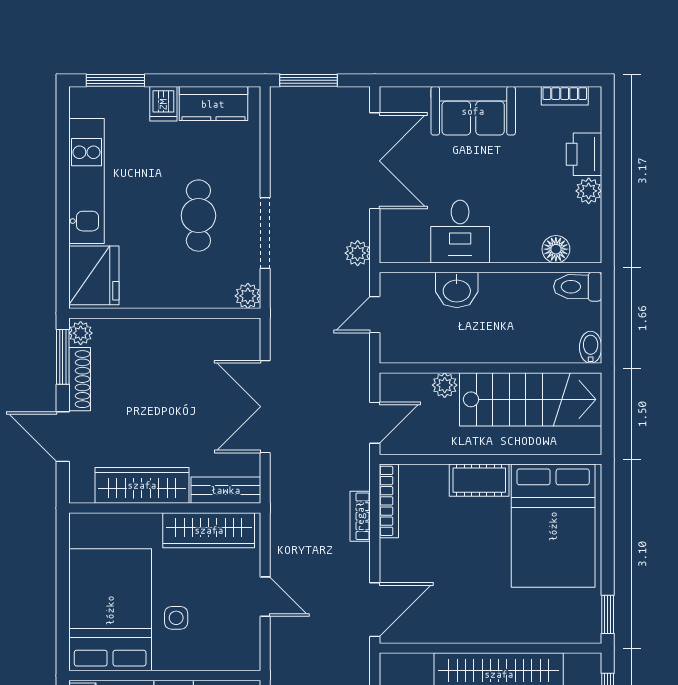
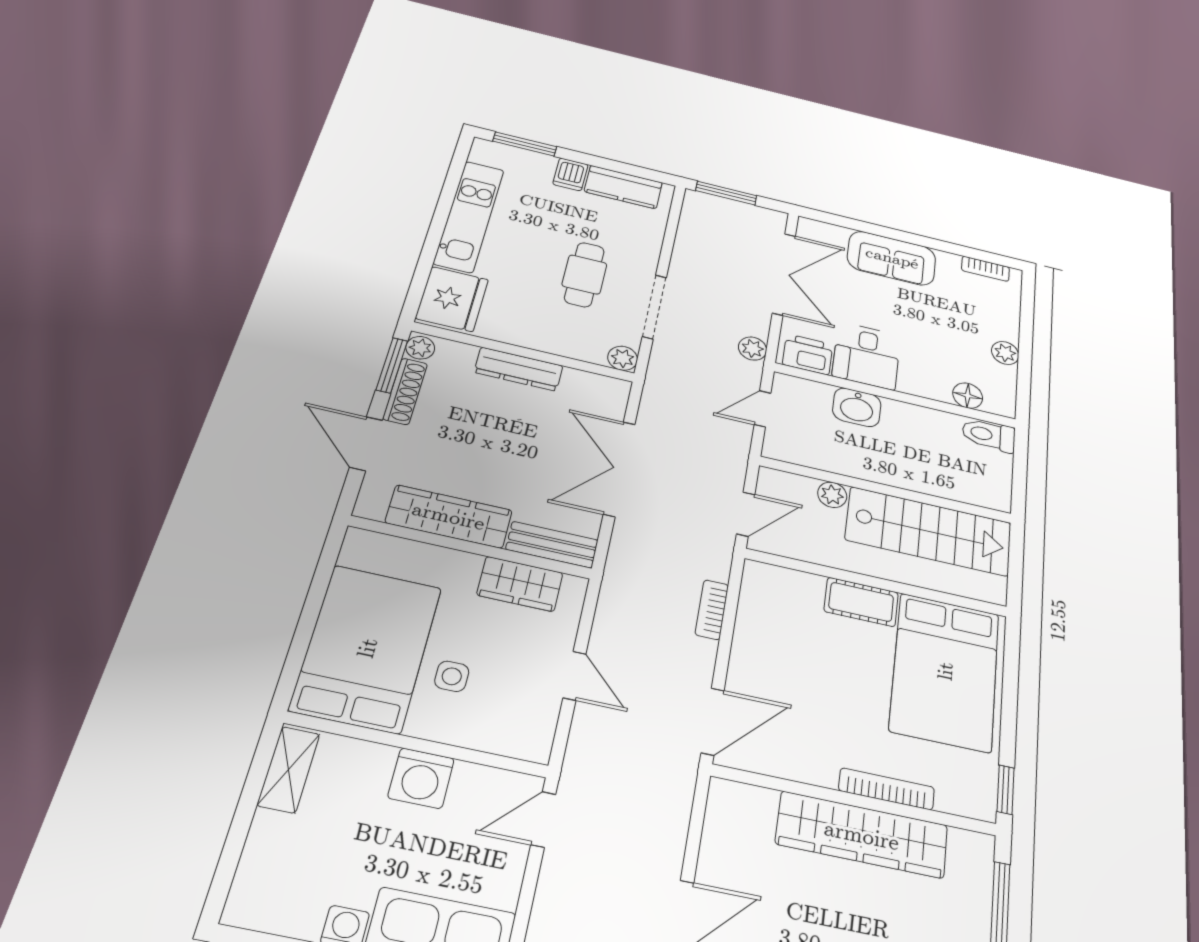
printer: (584, 154) -> (808, 354), moved, turned 90
dresser: (164, 332) -> (519, 369), added
bidet: (591, 347) -> (1000, 495), removed
bookcase: (389, 501) -> (887, 789), moved, turned -90
wardrobe: (209, 530) -> (520, 584), width x0.67

